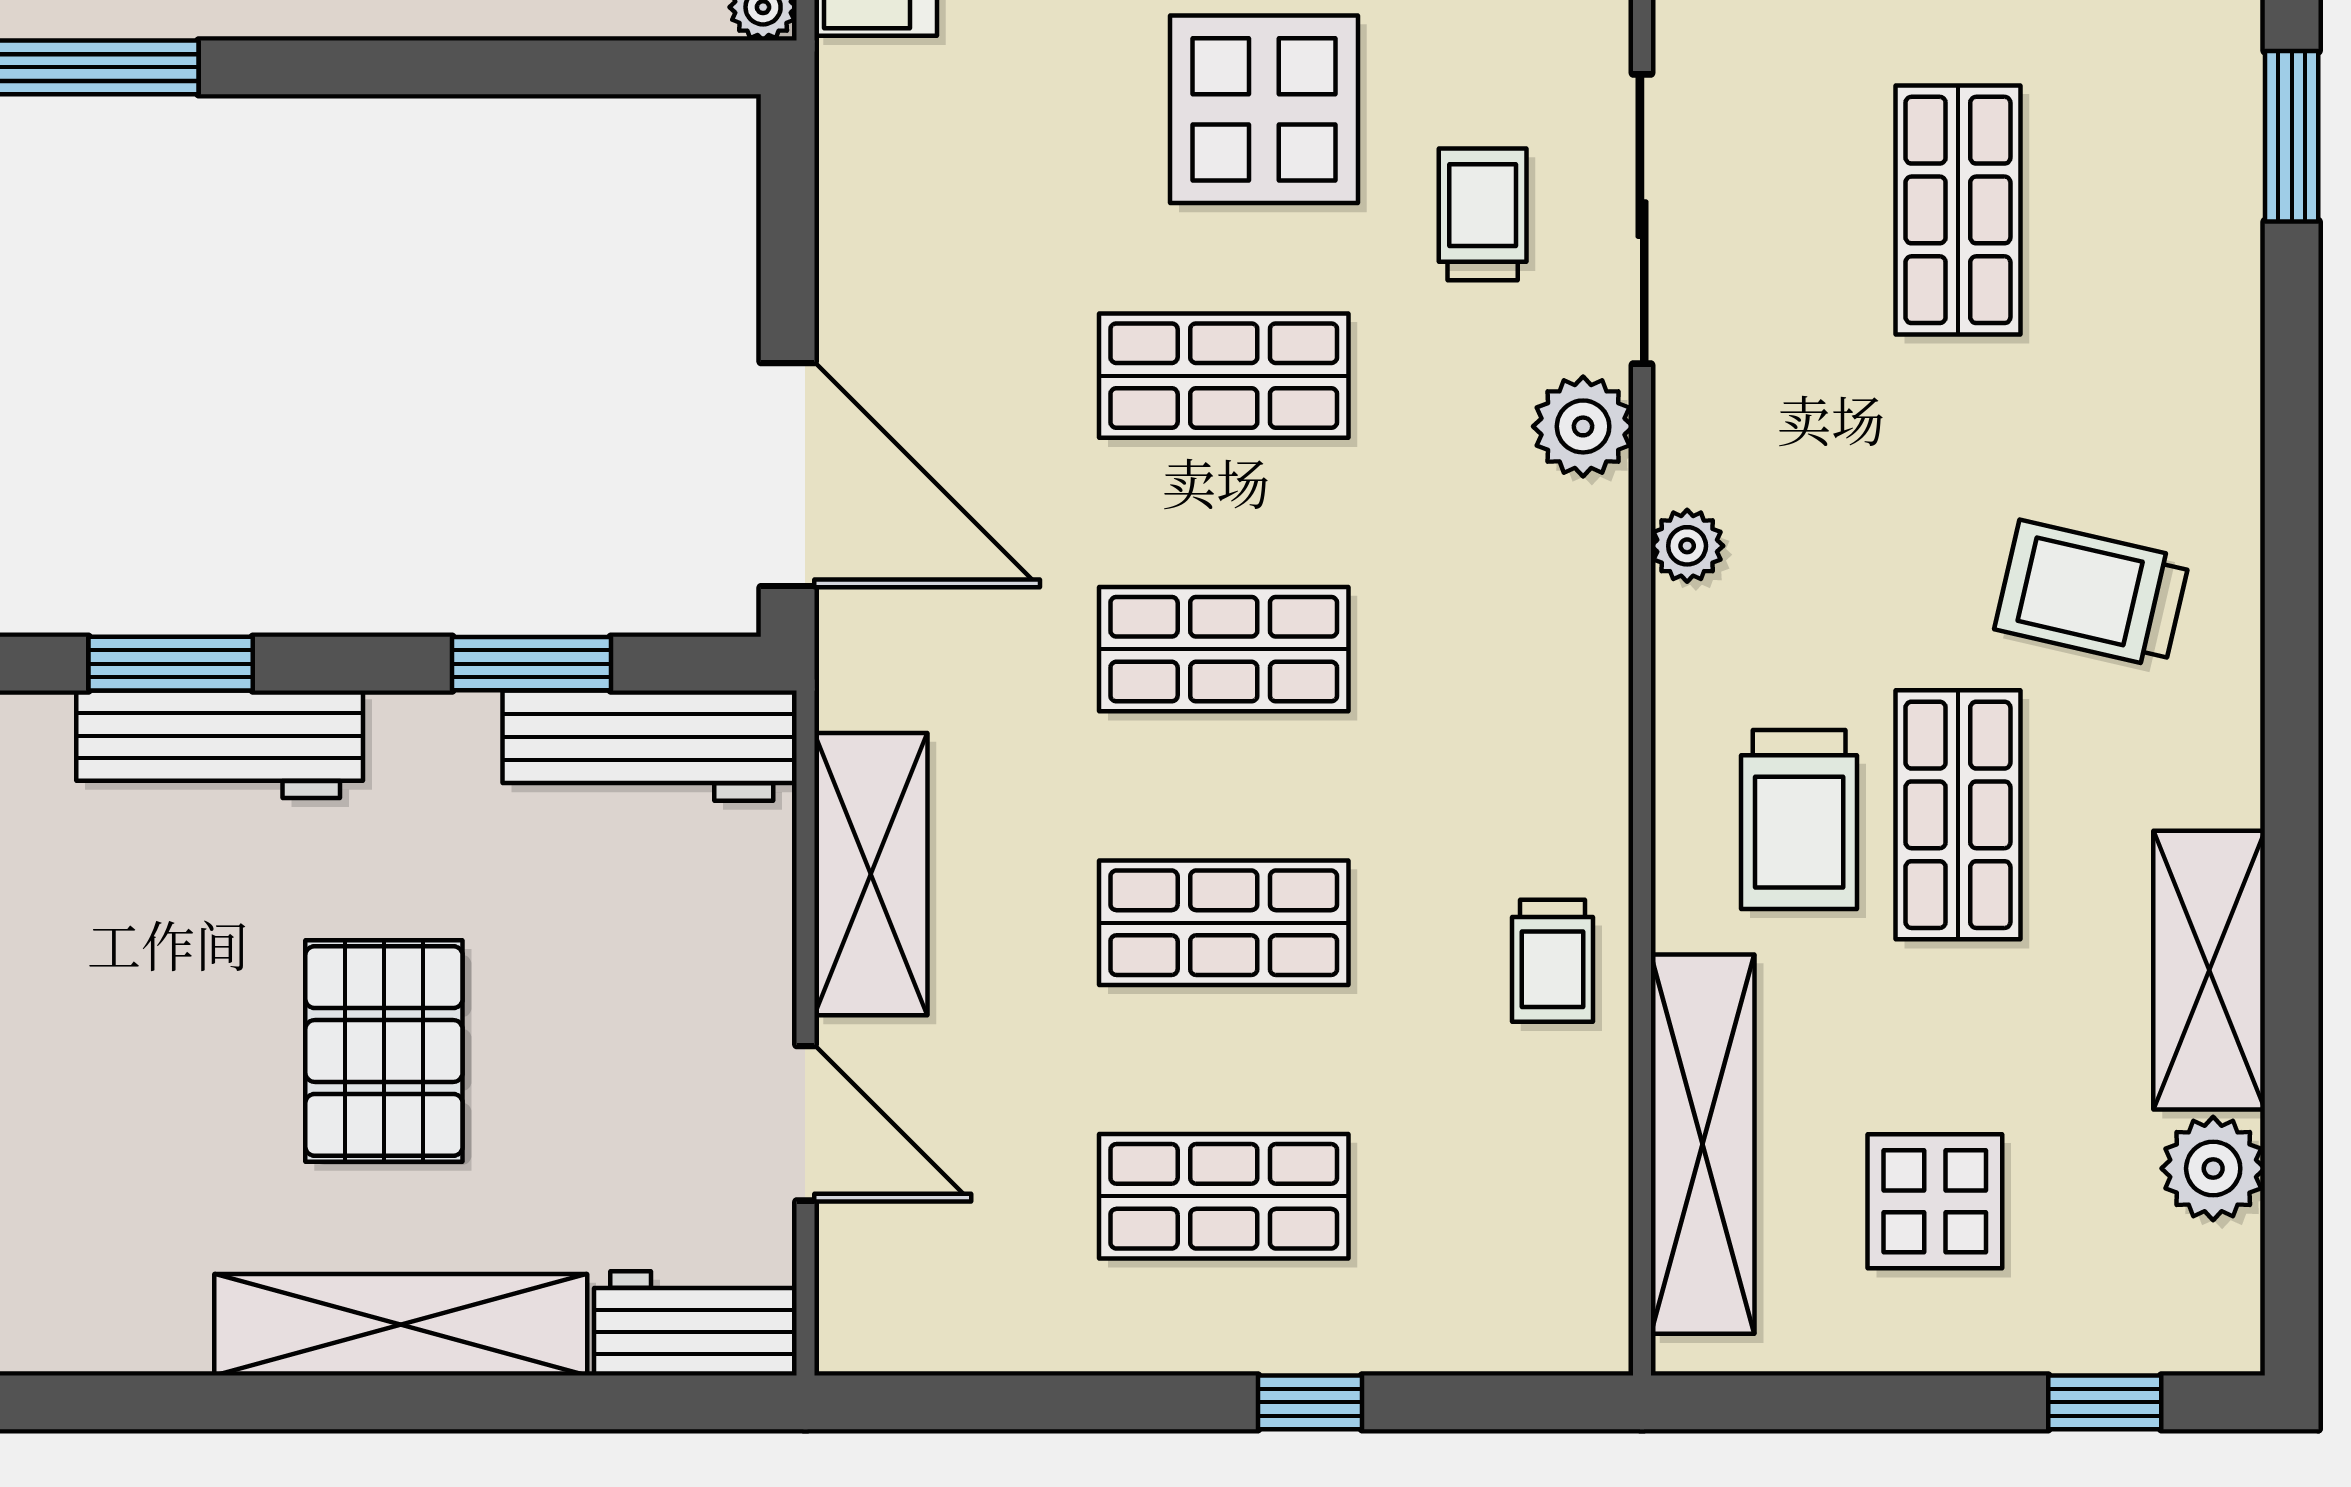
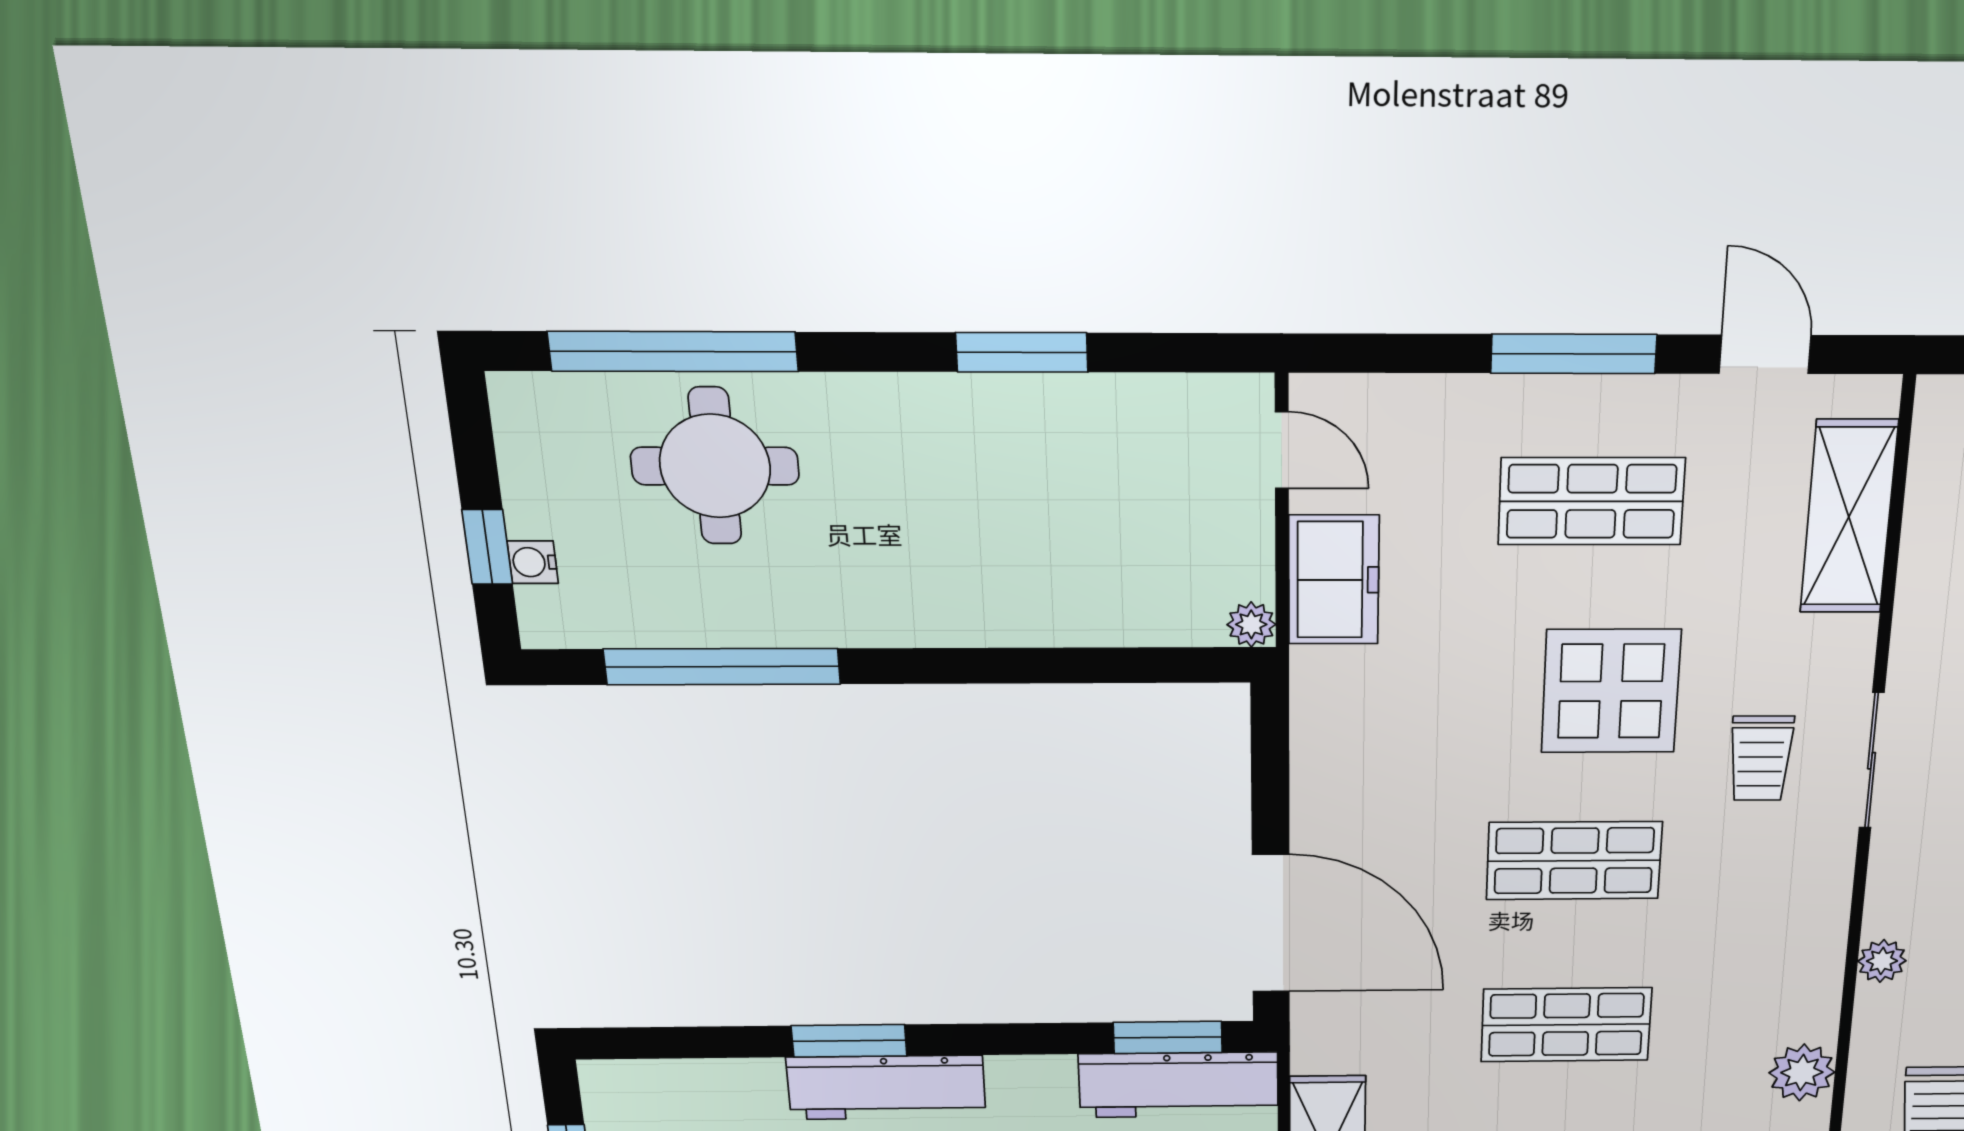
trolley: (1483, 214) -> (1761, 758), turned 180
sliding door: (1642, 219) -> (1872, 761), width x0.73
plant: (1583, 426) -> (1802, 1072), moved
window: (531, 664) -> (1168, 1037), moved

